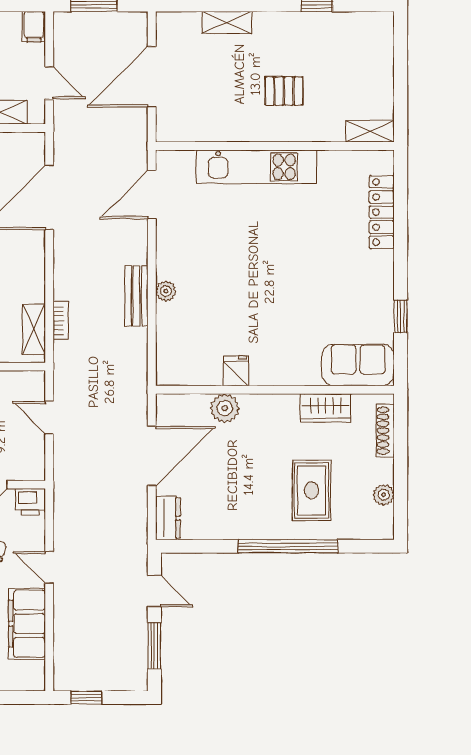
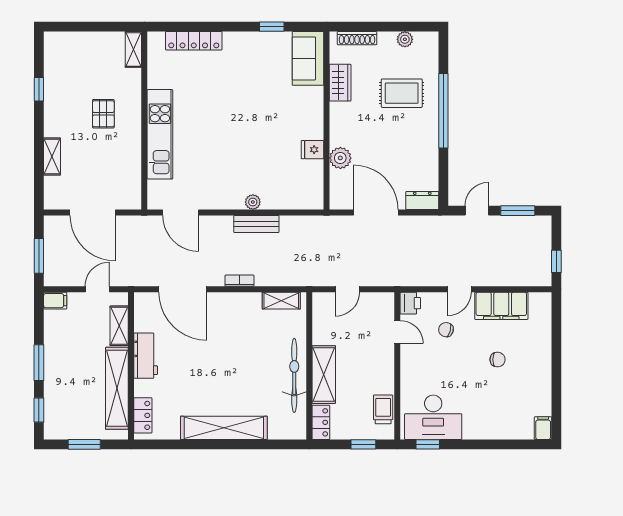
bookcase: (61, 321) -> (239, 281), moved

